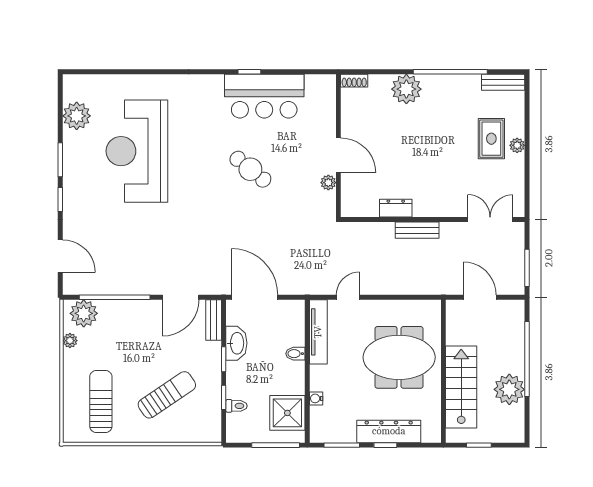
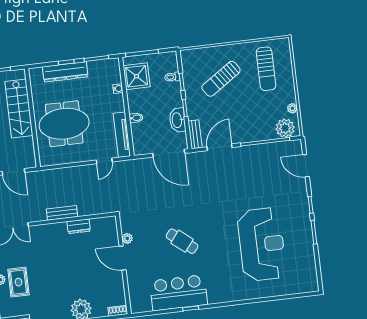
plant: (77, 116) -> (306, 264), removed

